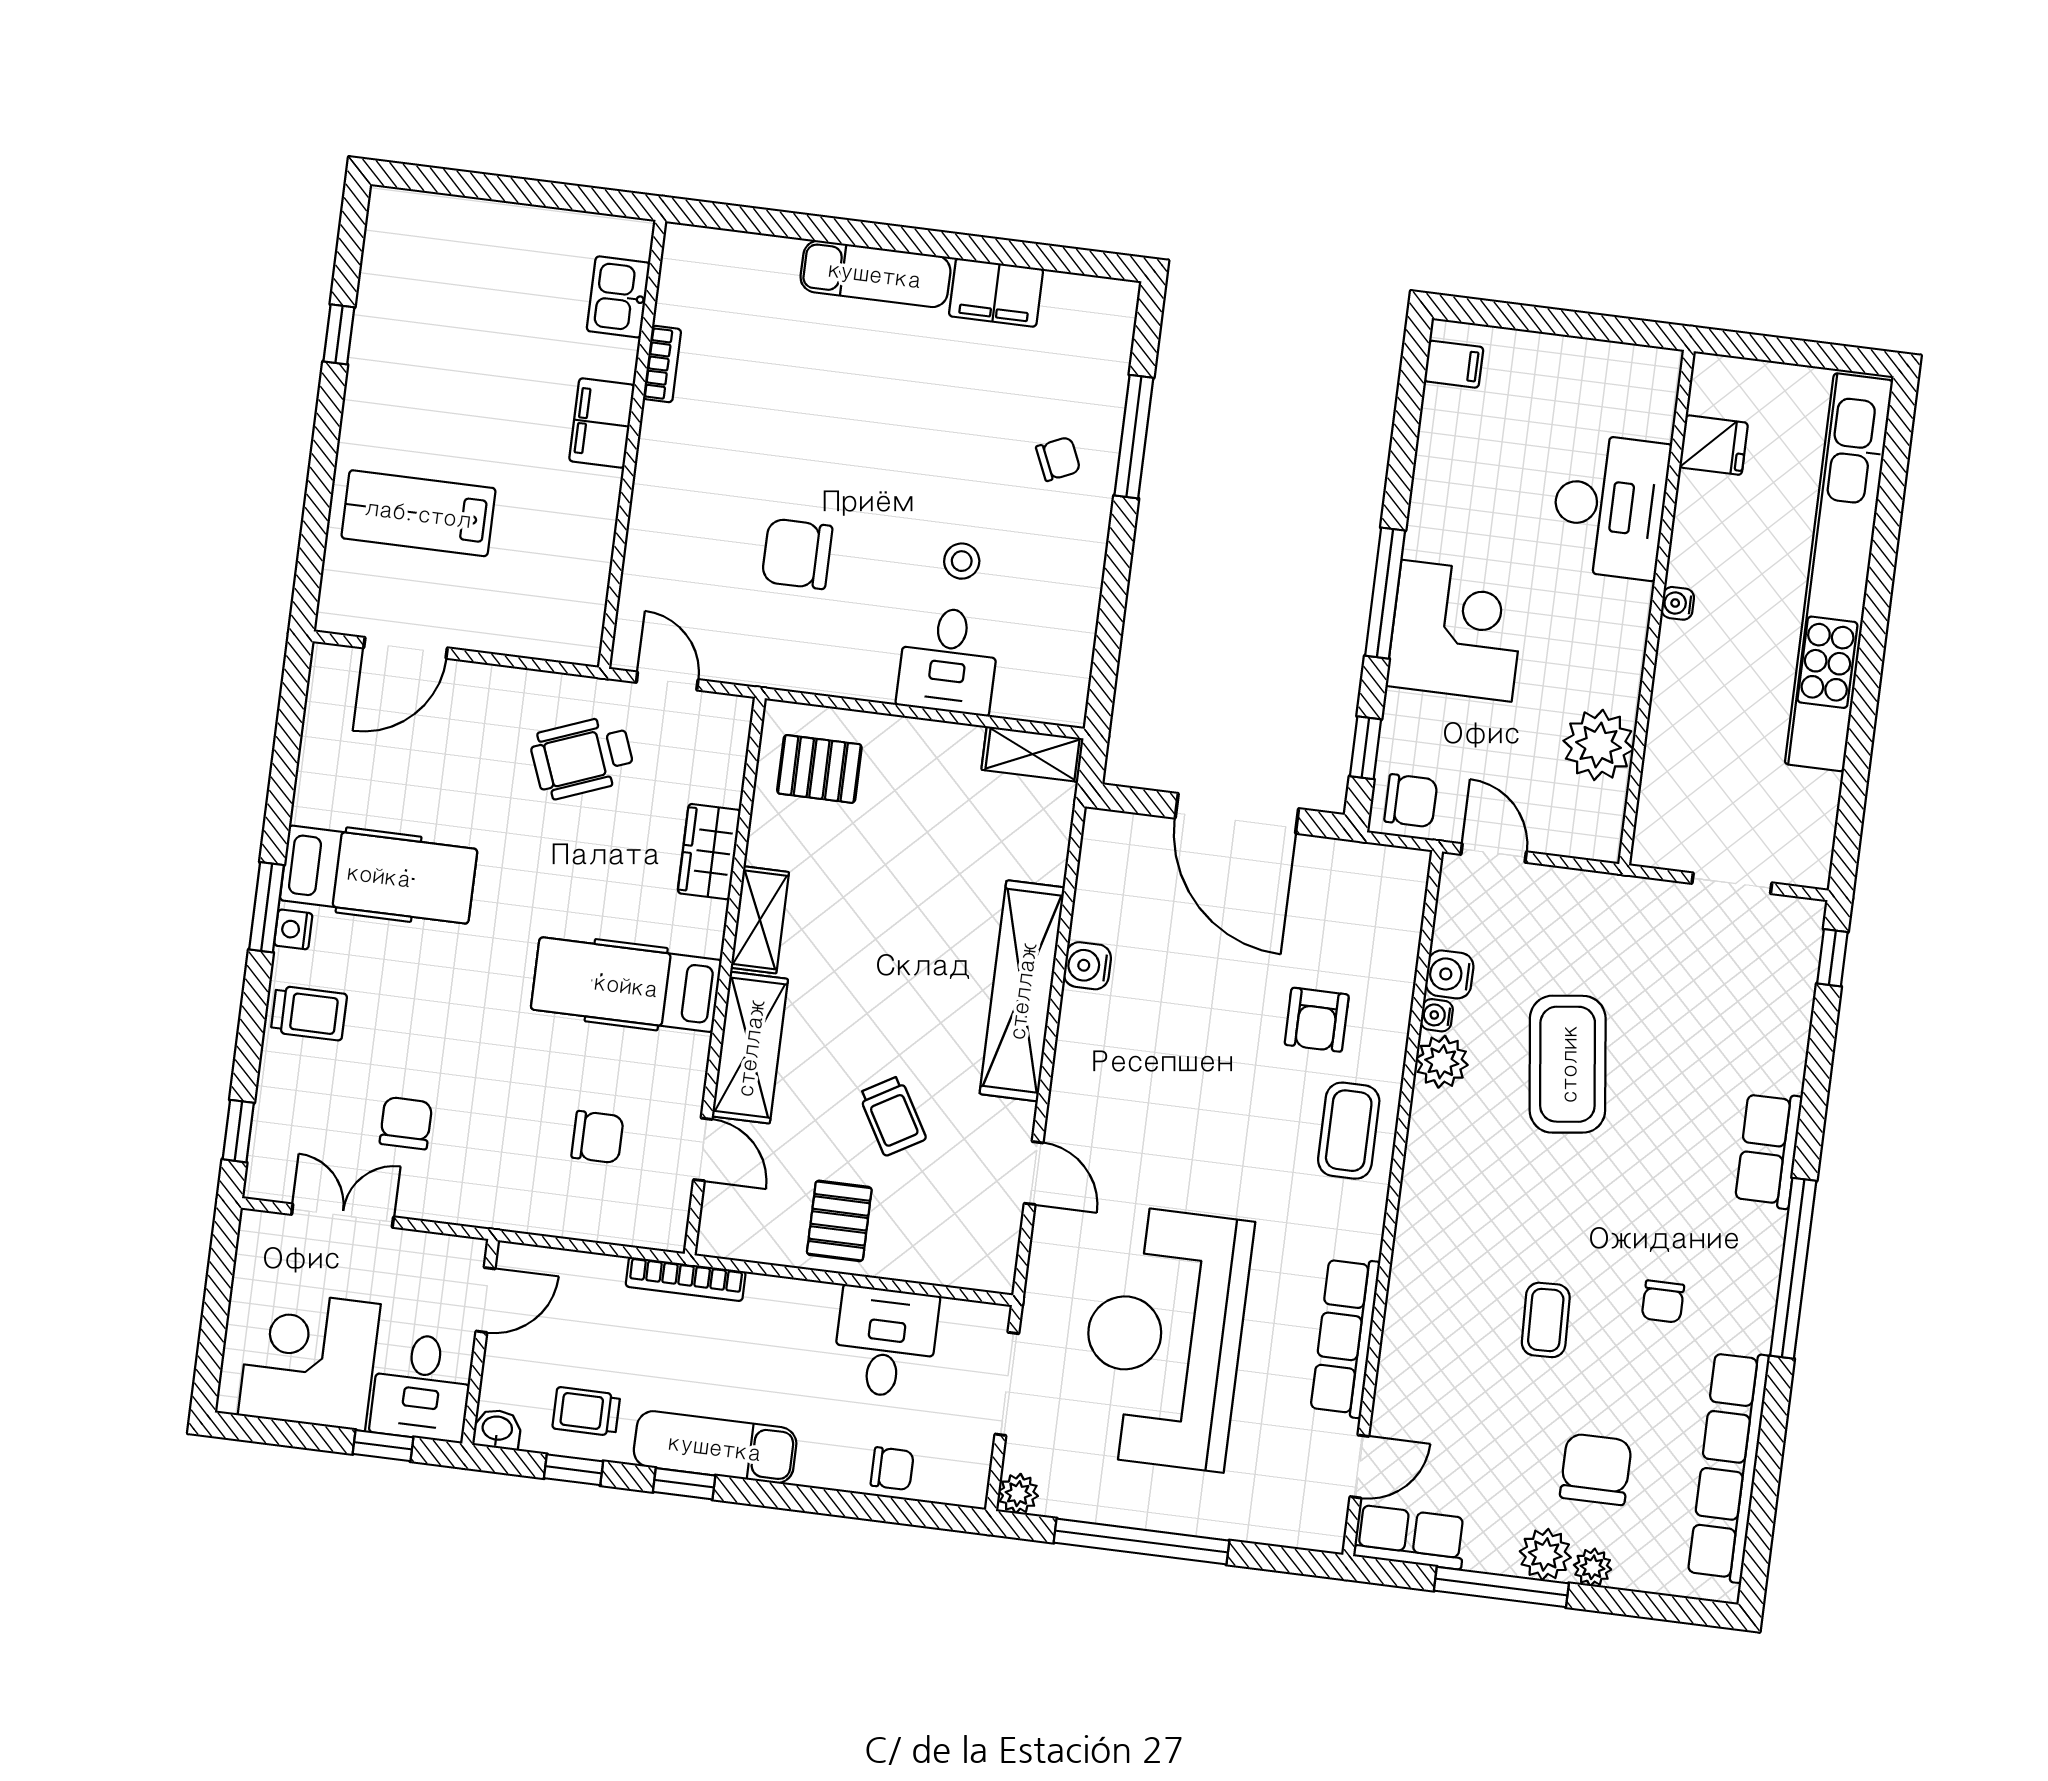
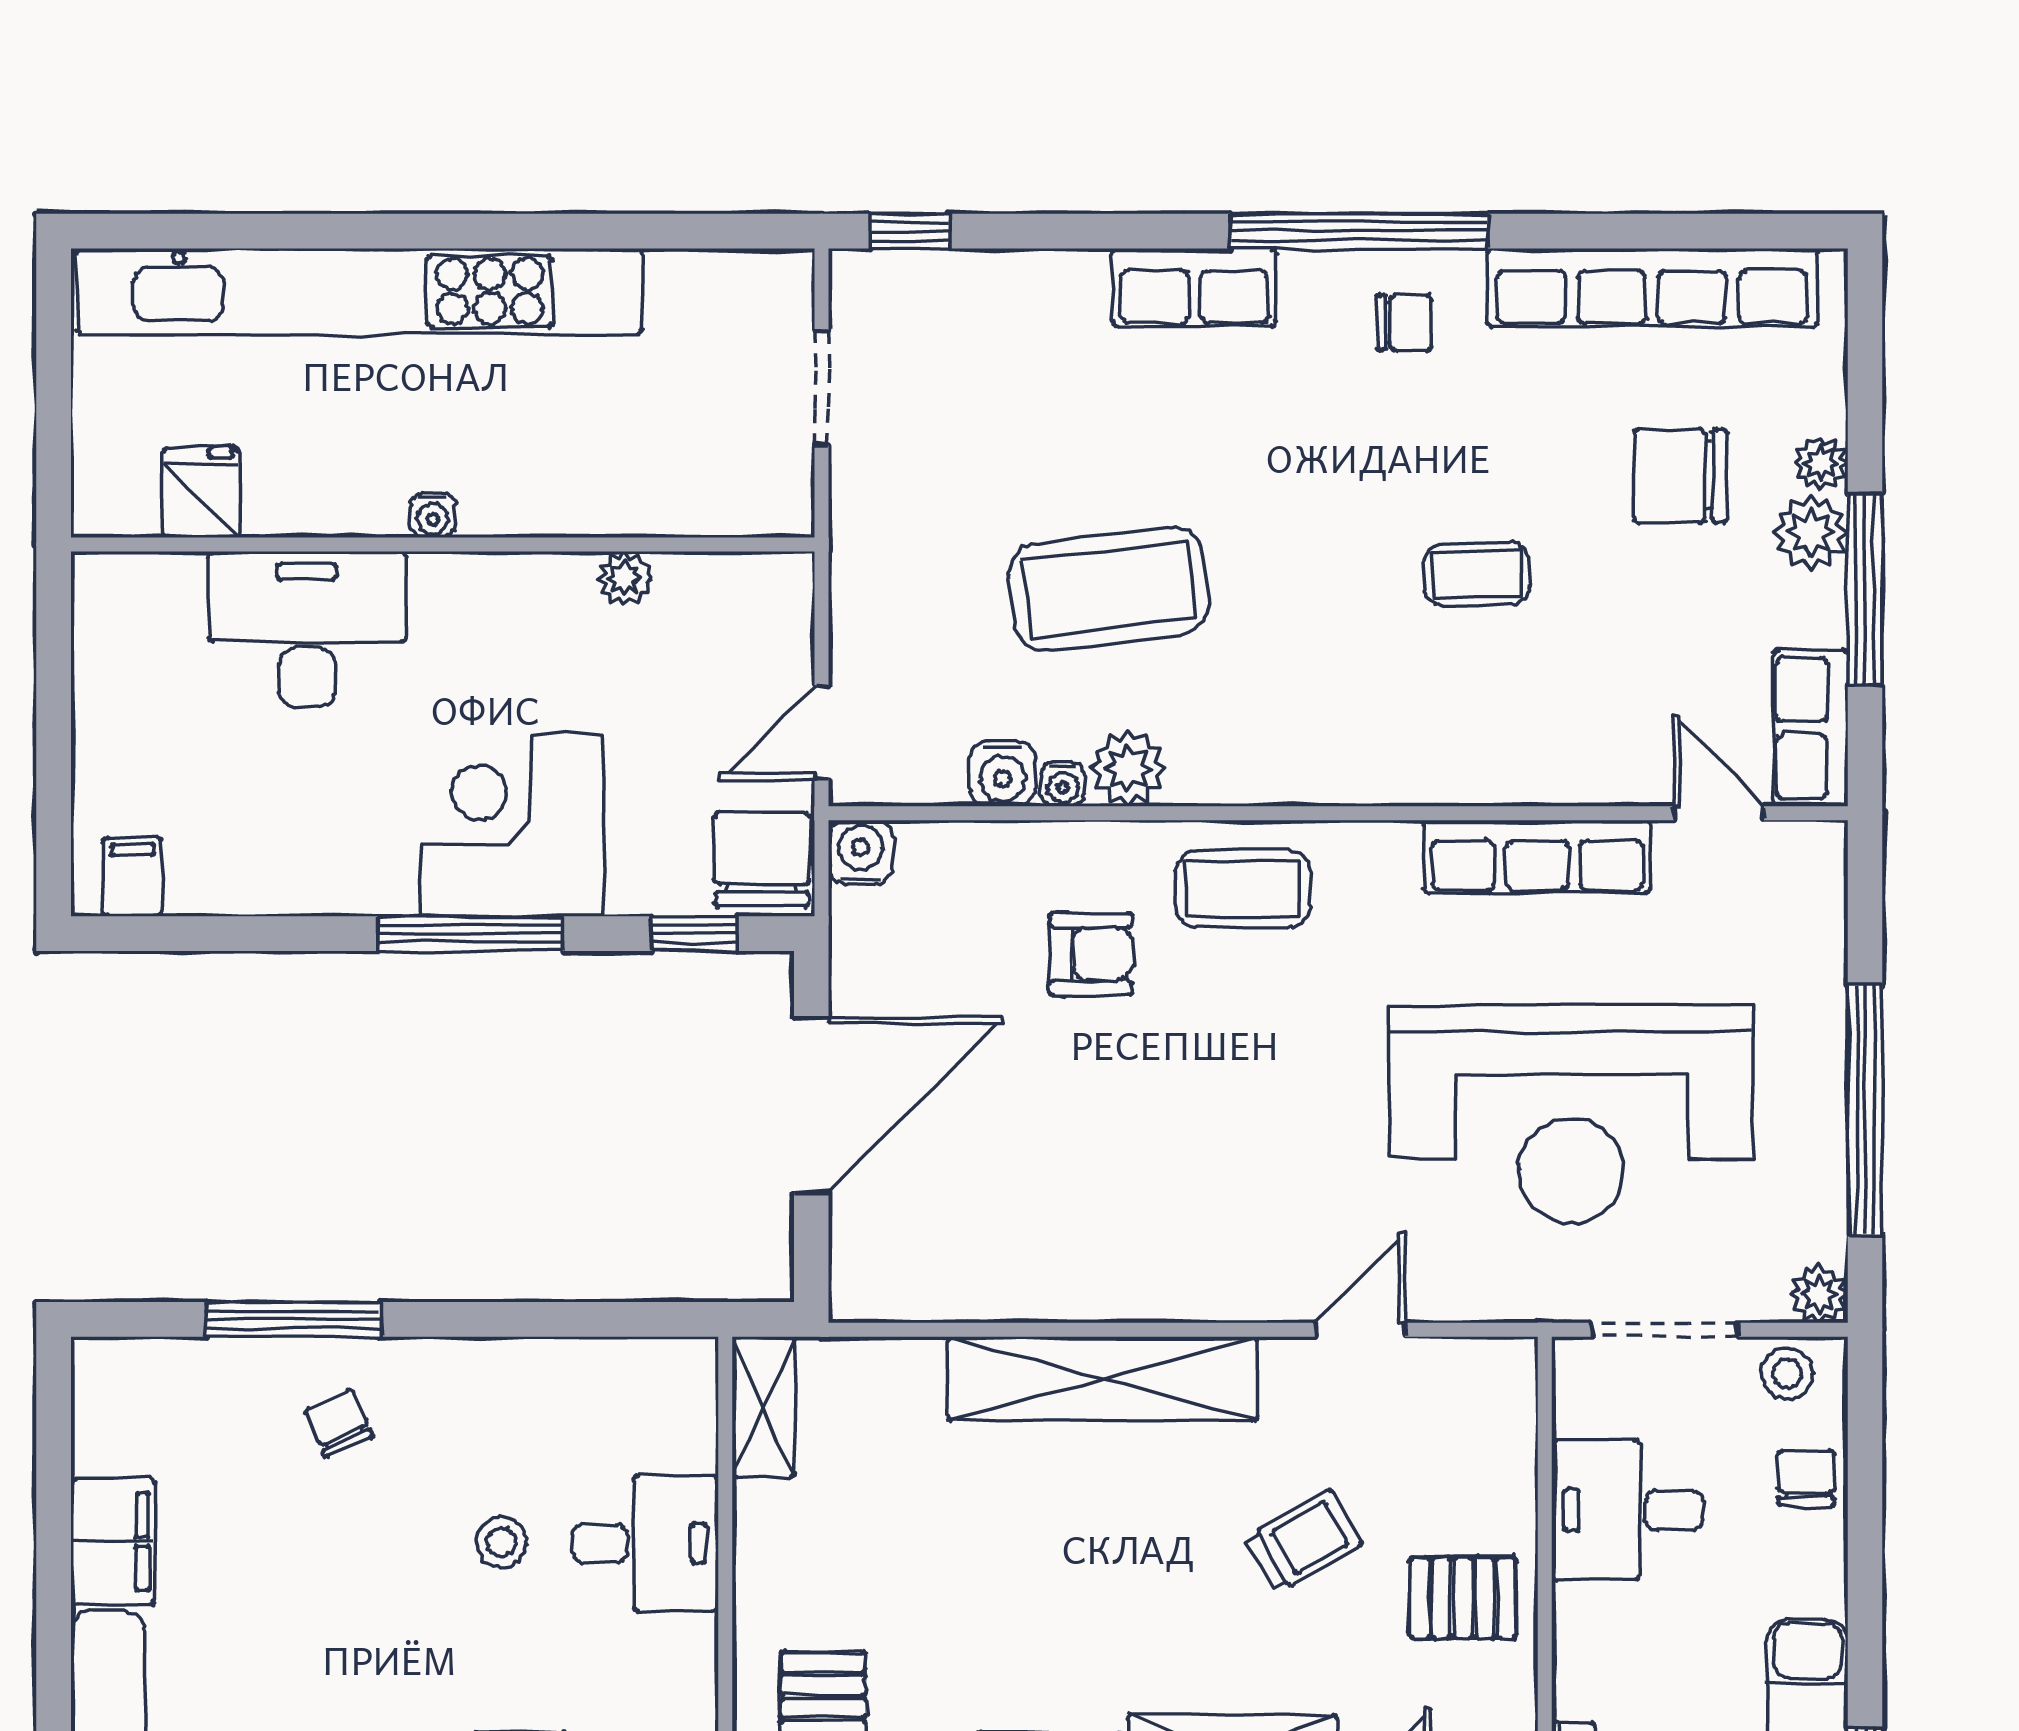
plant: (1599, 745) -> (625, 579), width x0.53, depth x0.53
chair: (1411, 801) -> (762, 860), width x1.37, depth x1.37
water cooler: (1087, 966) -> (861, 852), moved, turned 180
chair: (1663, 1301) -> (1404, 323), moved
stool: (966, 1465) -> (1787, 1374), added

